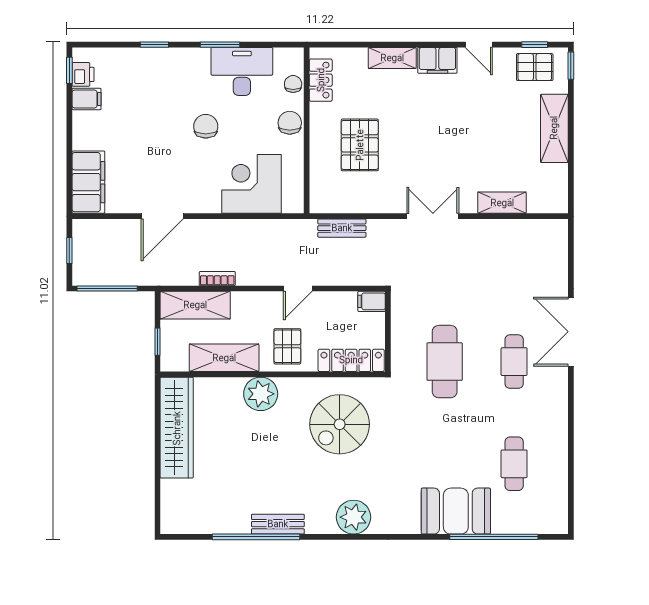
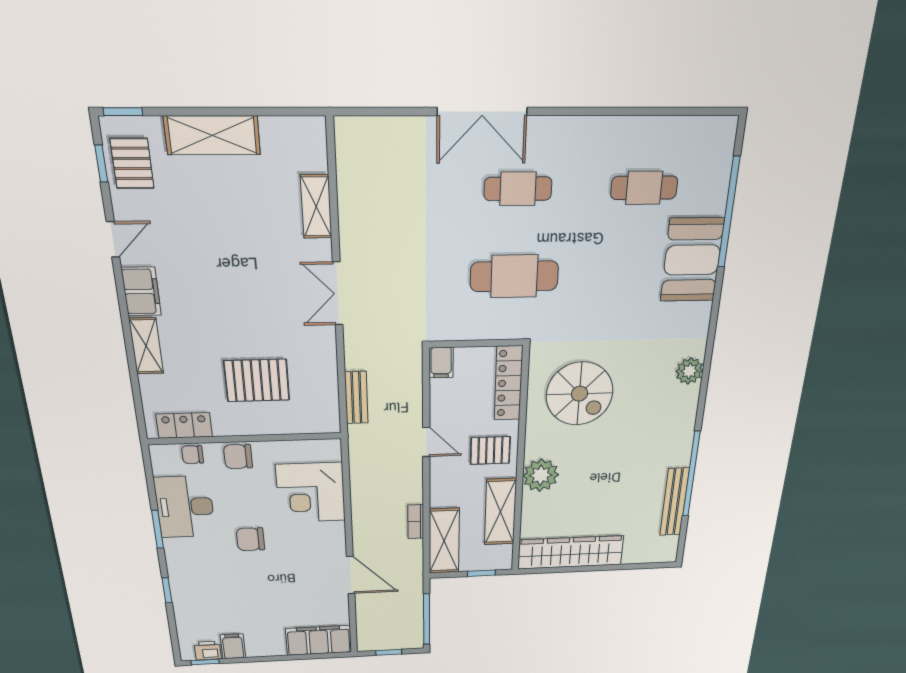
plant: (354, 517) -> (689, 371), width x0.73, depth x0.73
bench: (278, 524) -> (674, 502), moved, width x1.36

